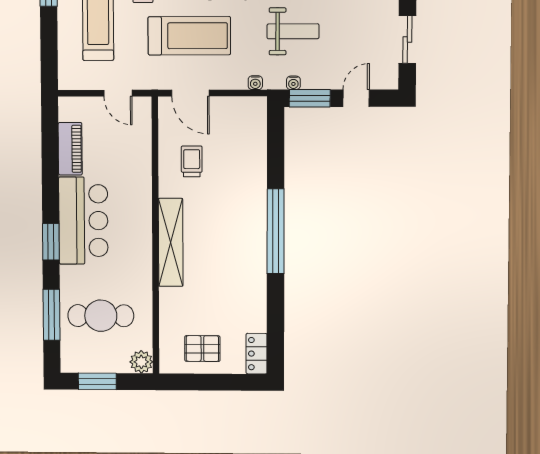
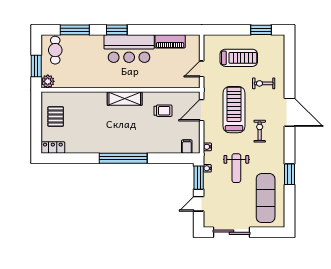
treadmill: (189, 36) -> (234, 110), turned 180
sliding door: (407, 39) -> (232, 232), width x1.37
door: (356, 98) -> (199, 204), swing flipped
filing cabinet: (255, 119) -> (187, 147), added
shelving: (171, 242) -> (125, 99), width x0.68
cafe table: (101, 316) -> (55, 50), moved, width x0.73, depth x0.74
window: (97, 381) -> (36, 66), moved

